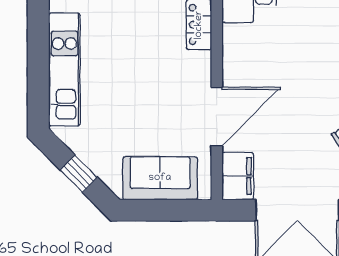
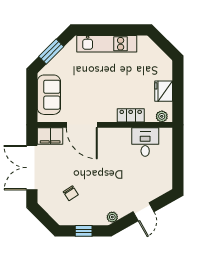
window: (79, 174) -> (51, 51), width x1.50

